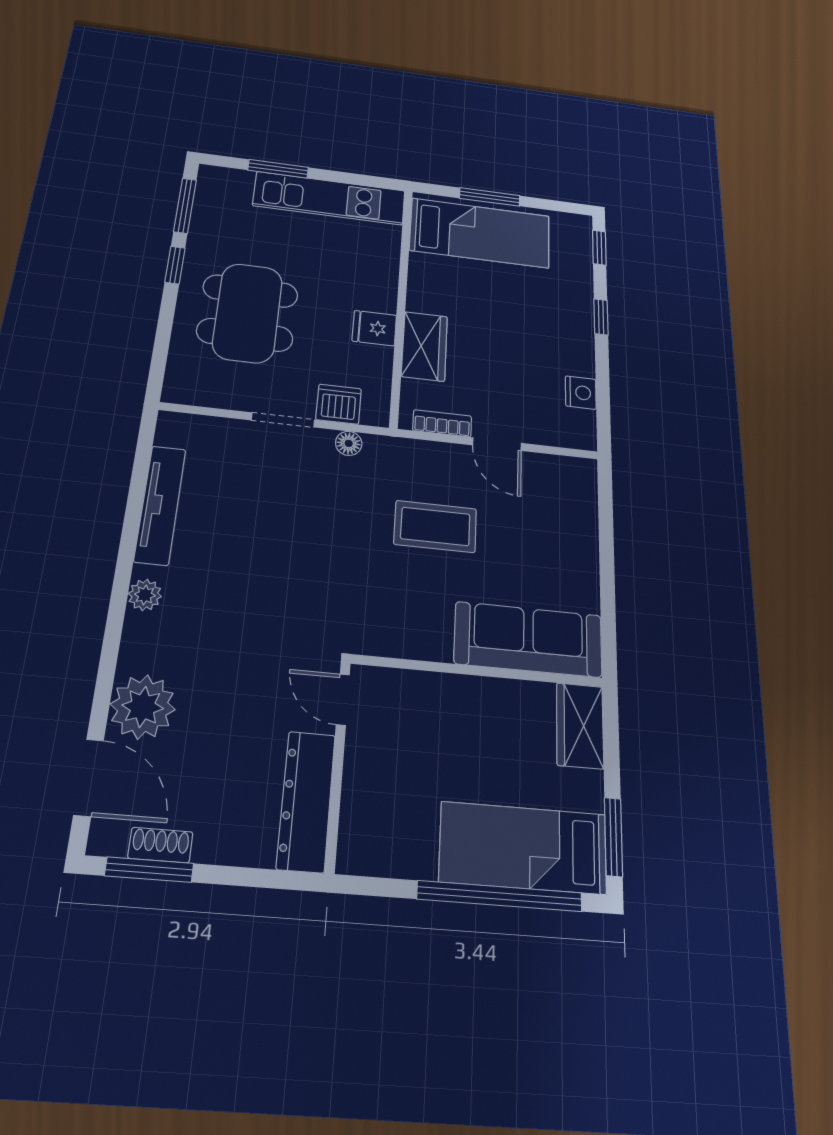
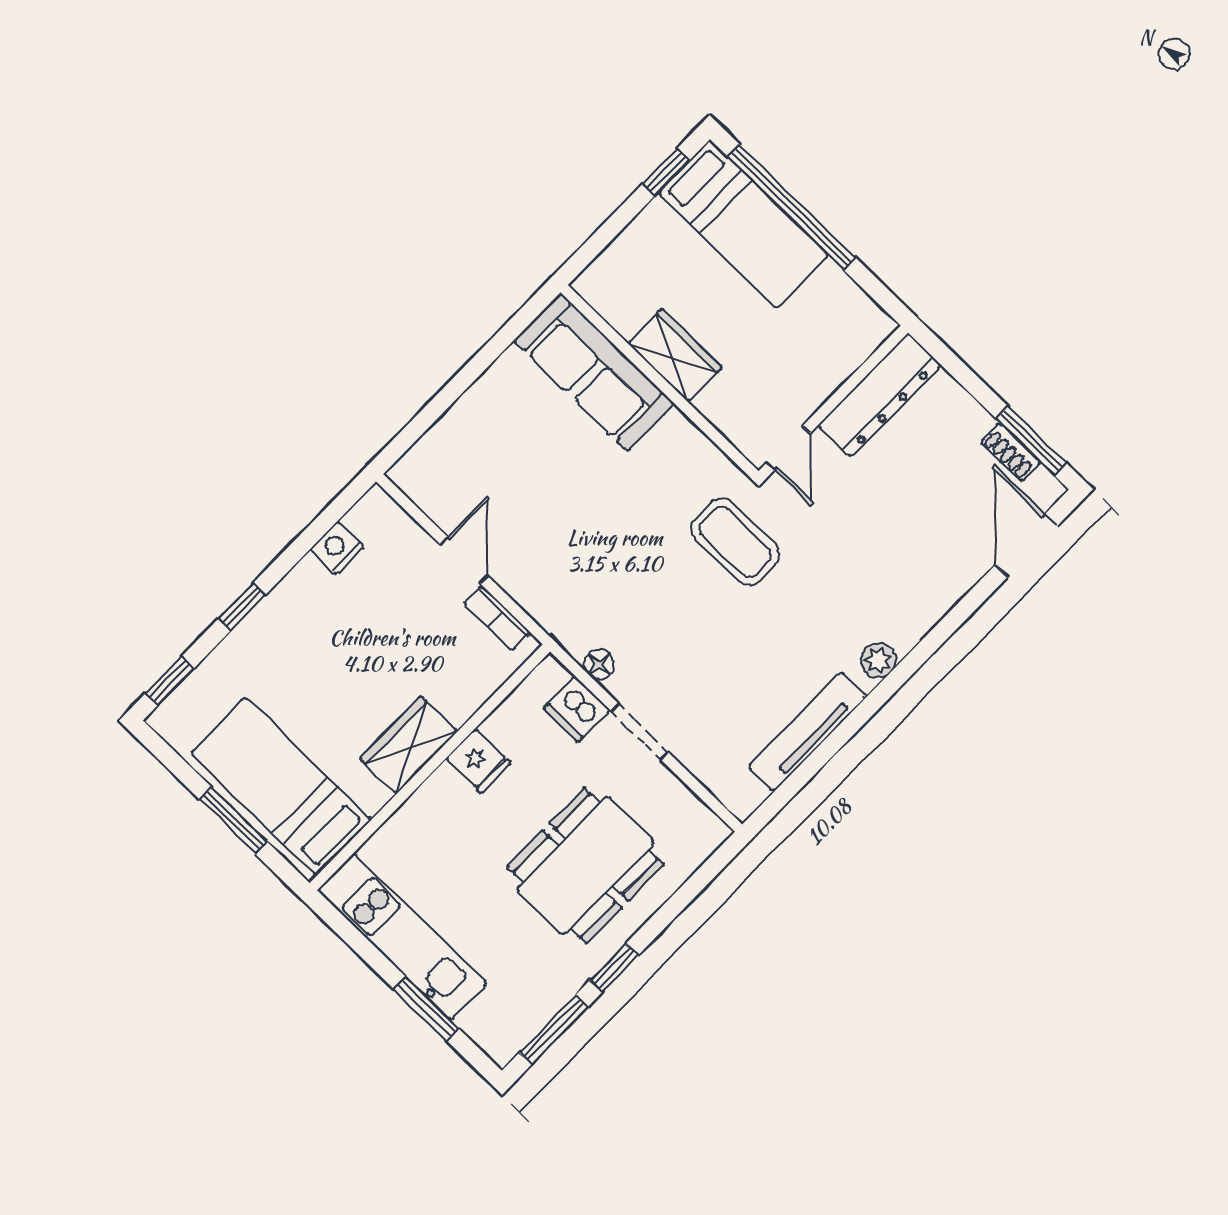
wardrobe: (425, 346) -> (409, 745), moved
coffee table: (435, 526) -> (735, 542), moved
plant: (143, 707) -> (947, 568), removed
wardrobe: (580, 726) -> (675, 355), moved, turned -90
window: (613, 837) -> (666, 172), width x0.67

